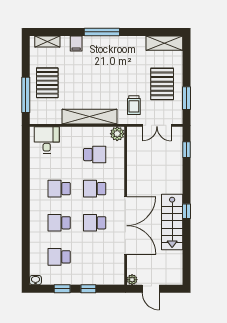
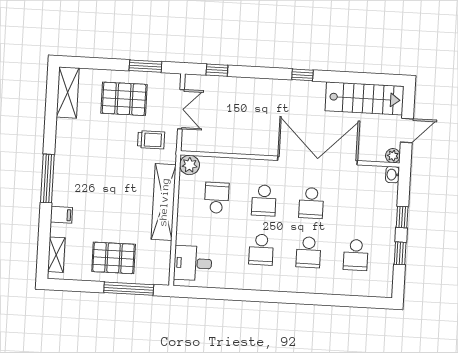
stairs: (172, 222) -> (365, 98), moved
washbasin: (35, 280) -> (392, 175), moved

